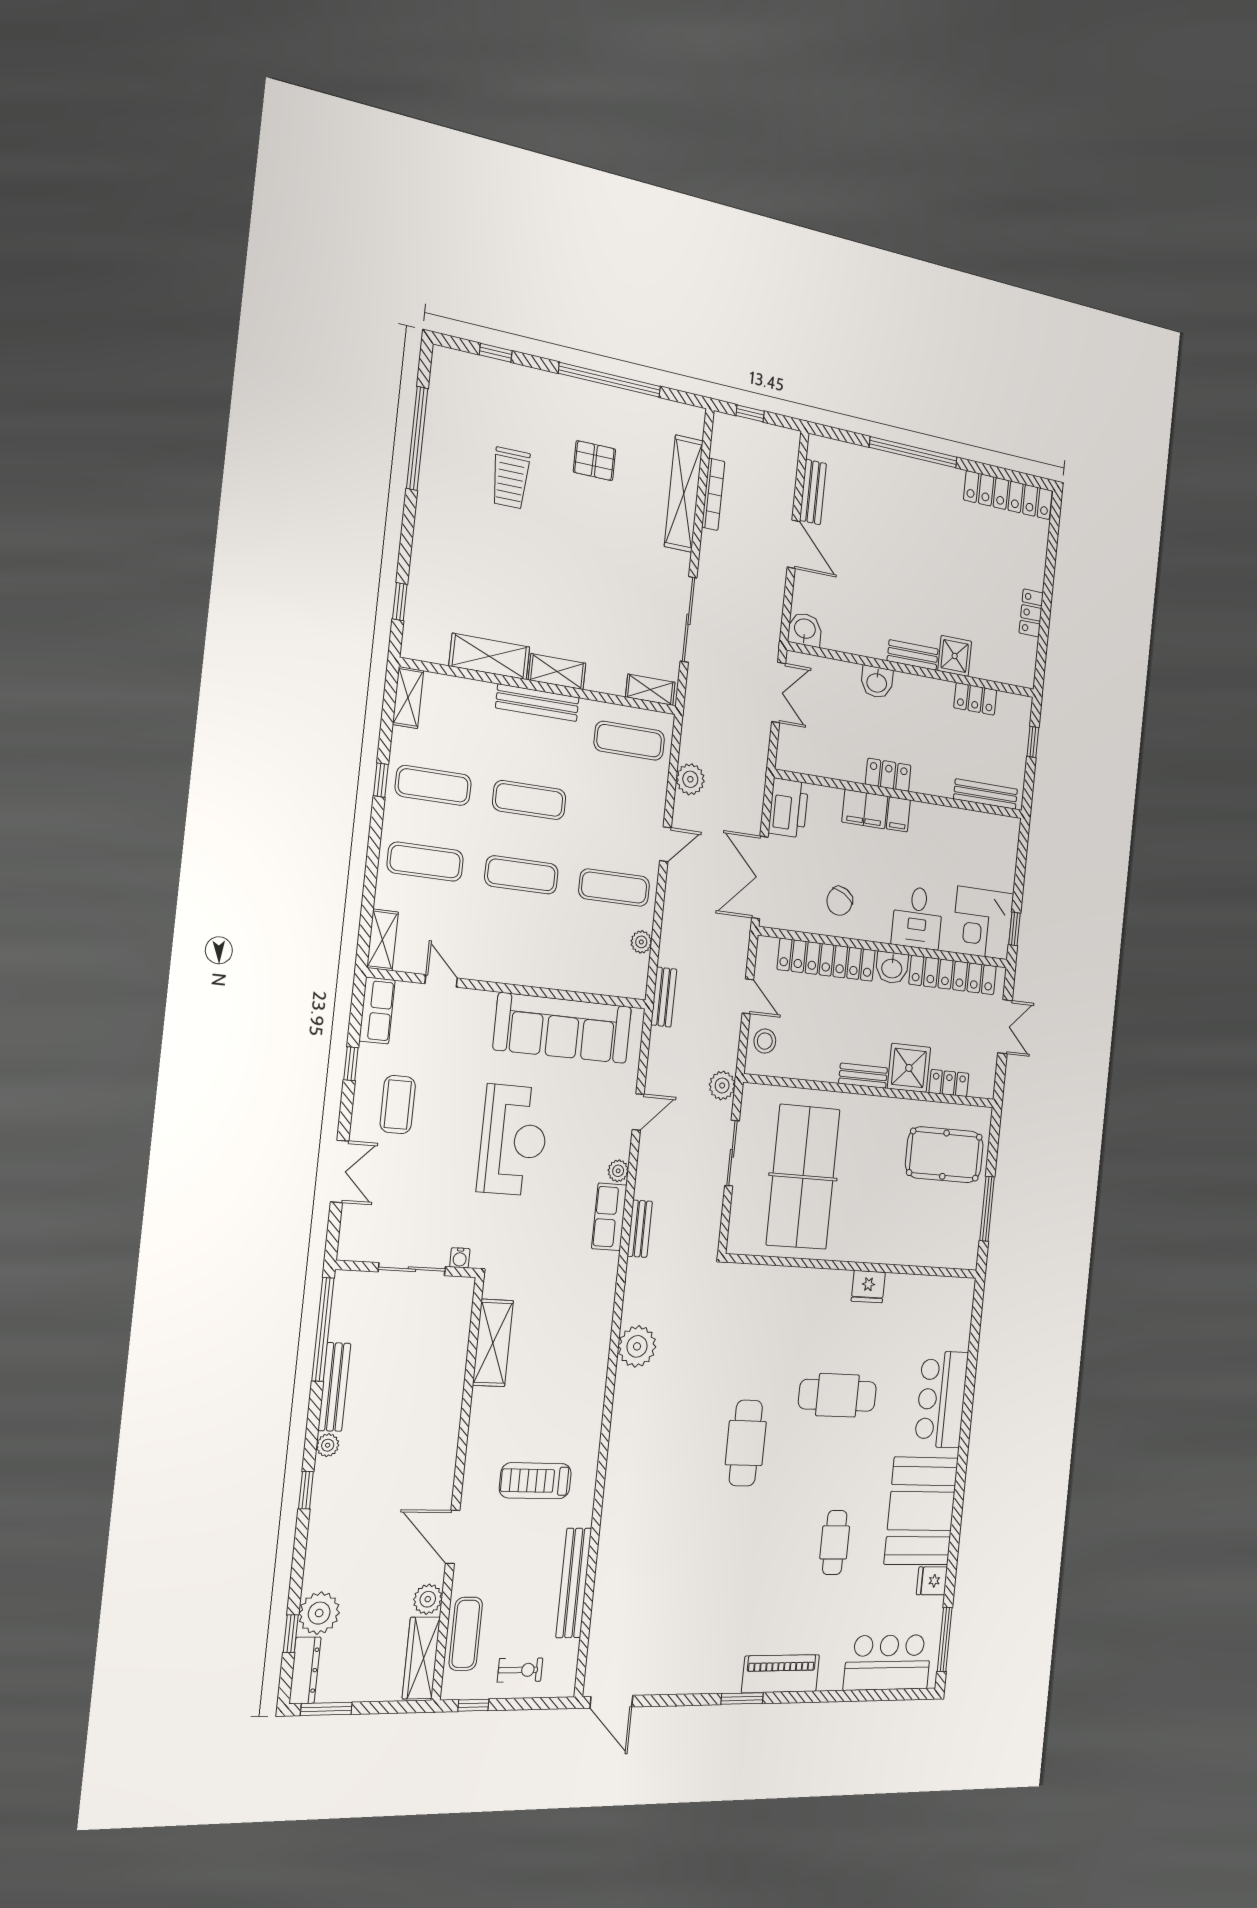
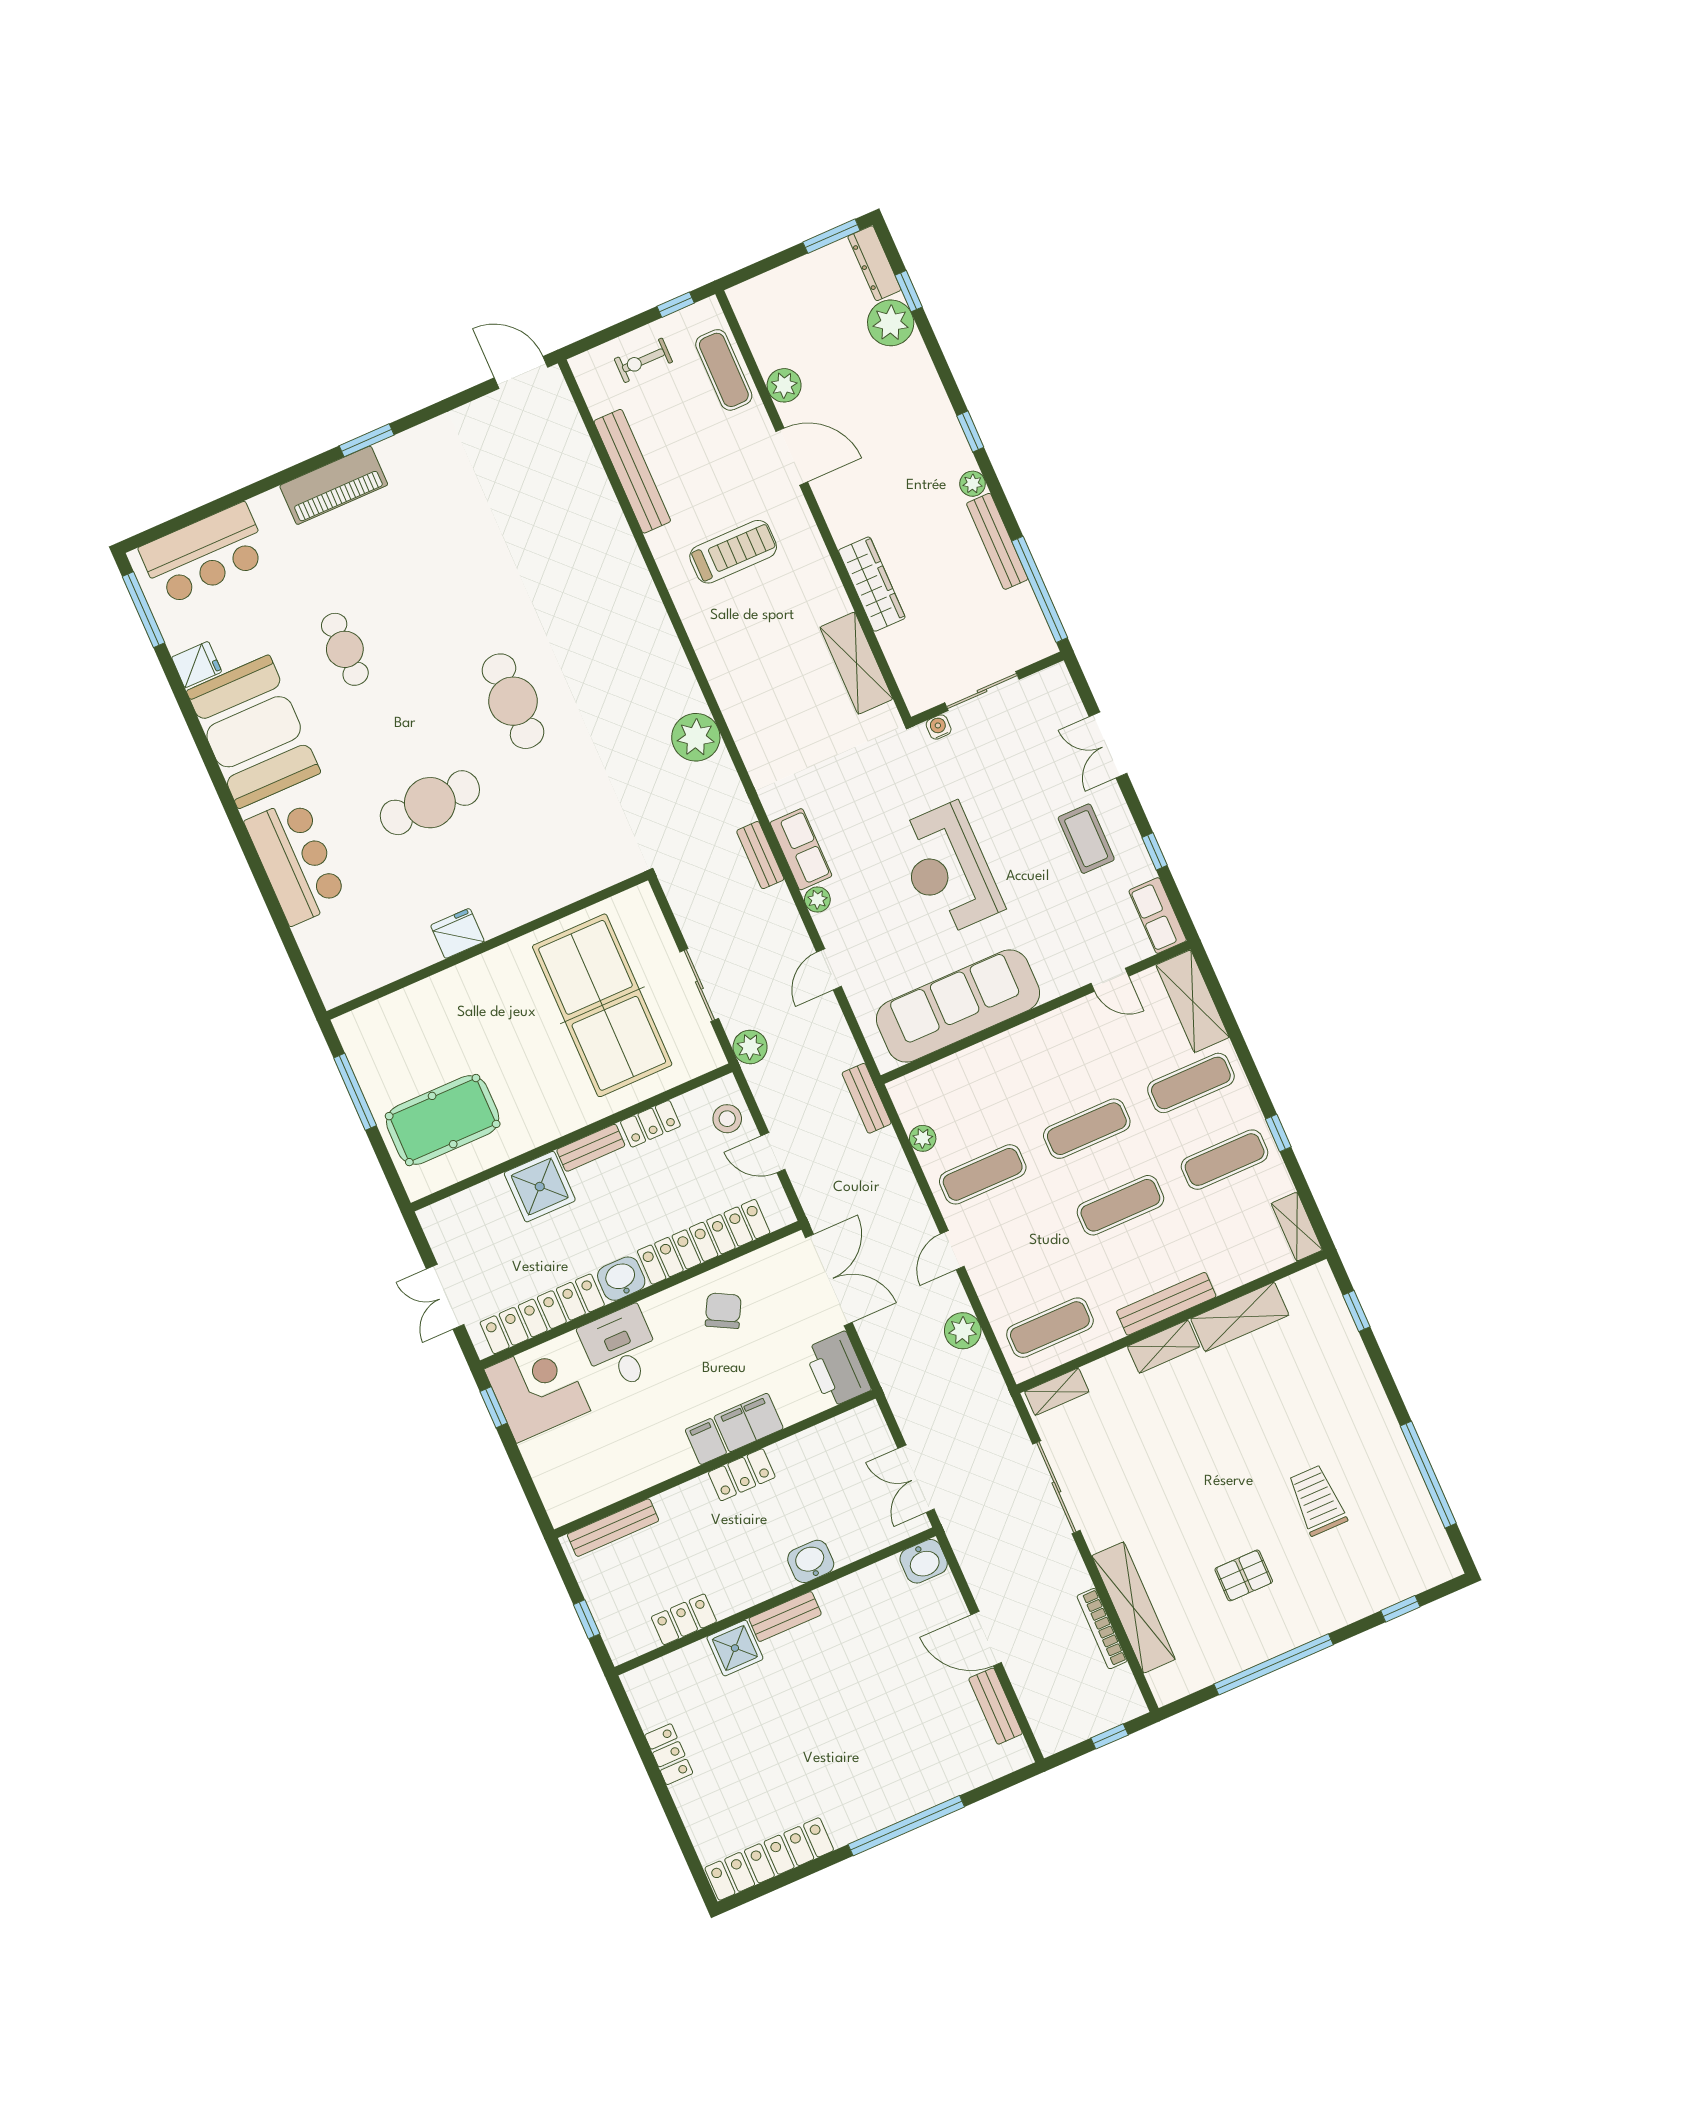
shelving: (382, 940) -> (1193, 1001), width x1.50, depth x1.33
locker: (949, 1083) -> (650, 1124), moved
wardrobe: (421, 1658) -> (872, 584), moved

